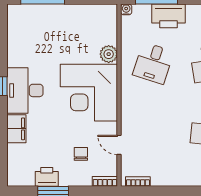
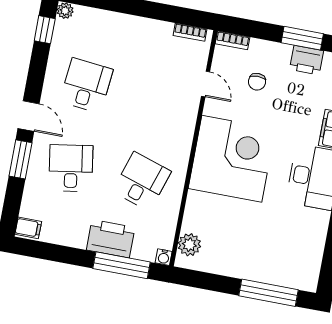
plant: (109, 54) -> (189, 245), moved

